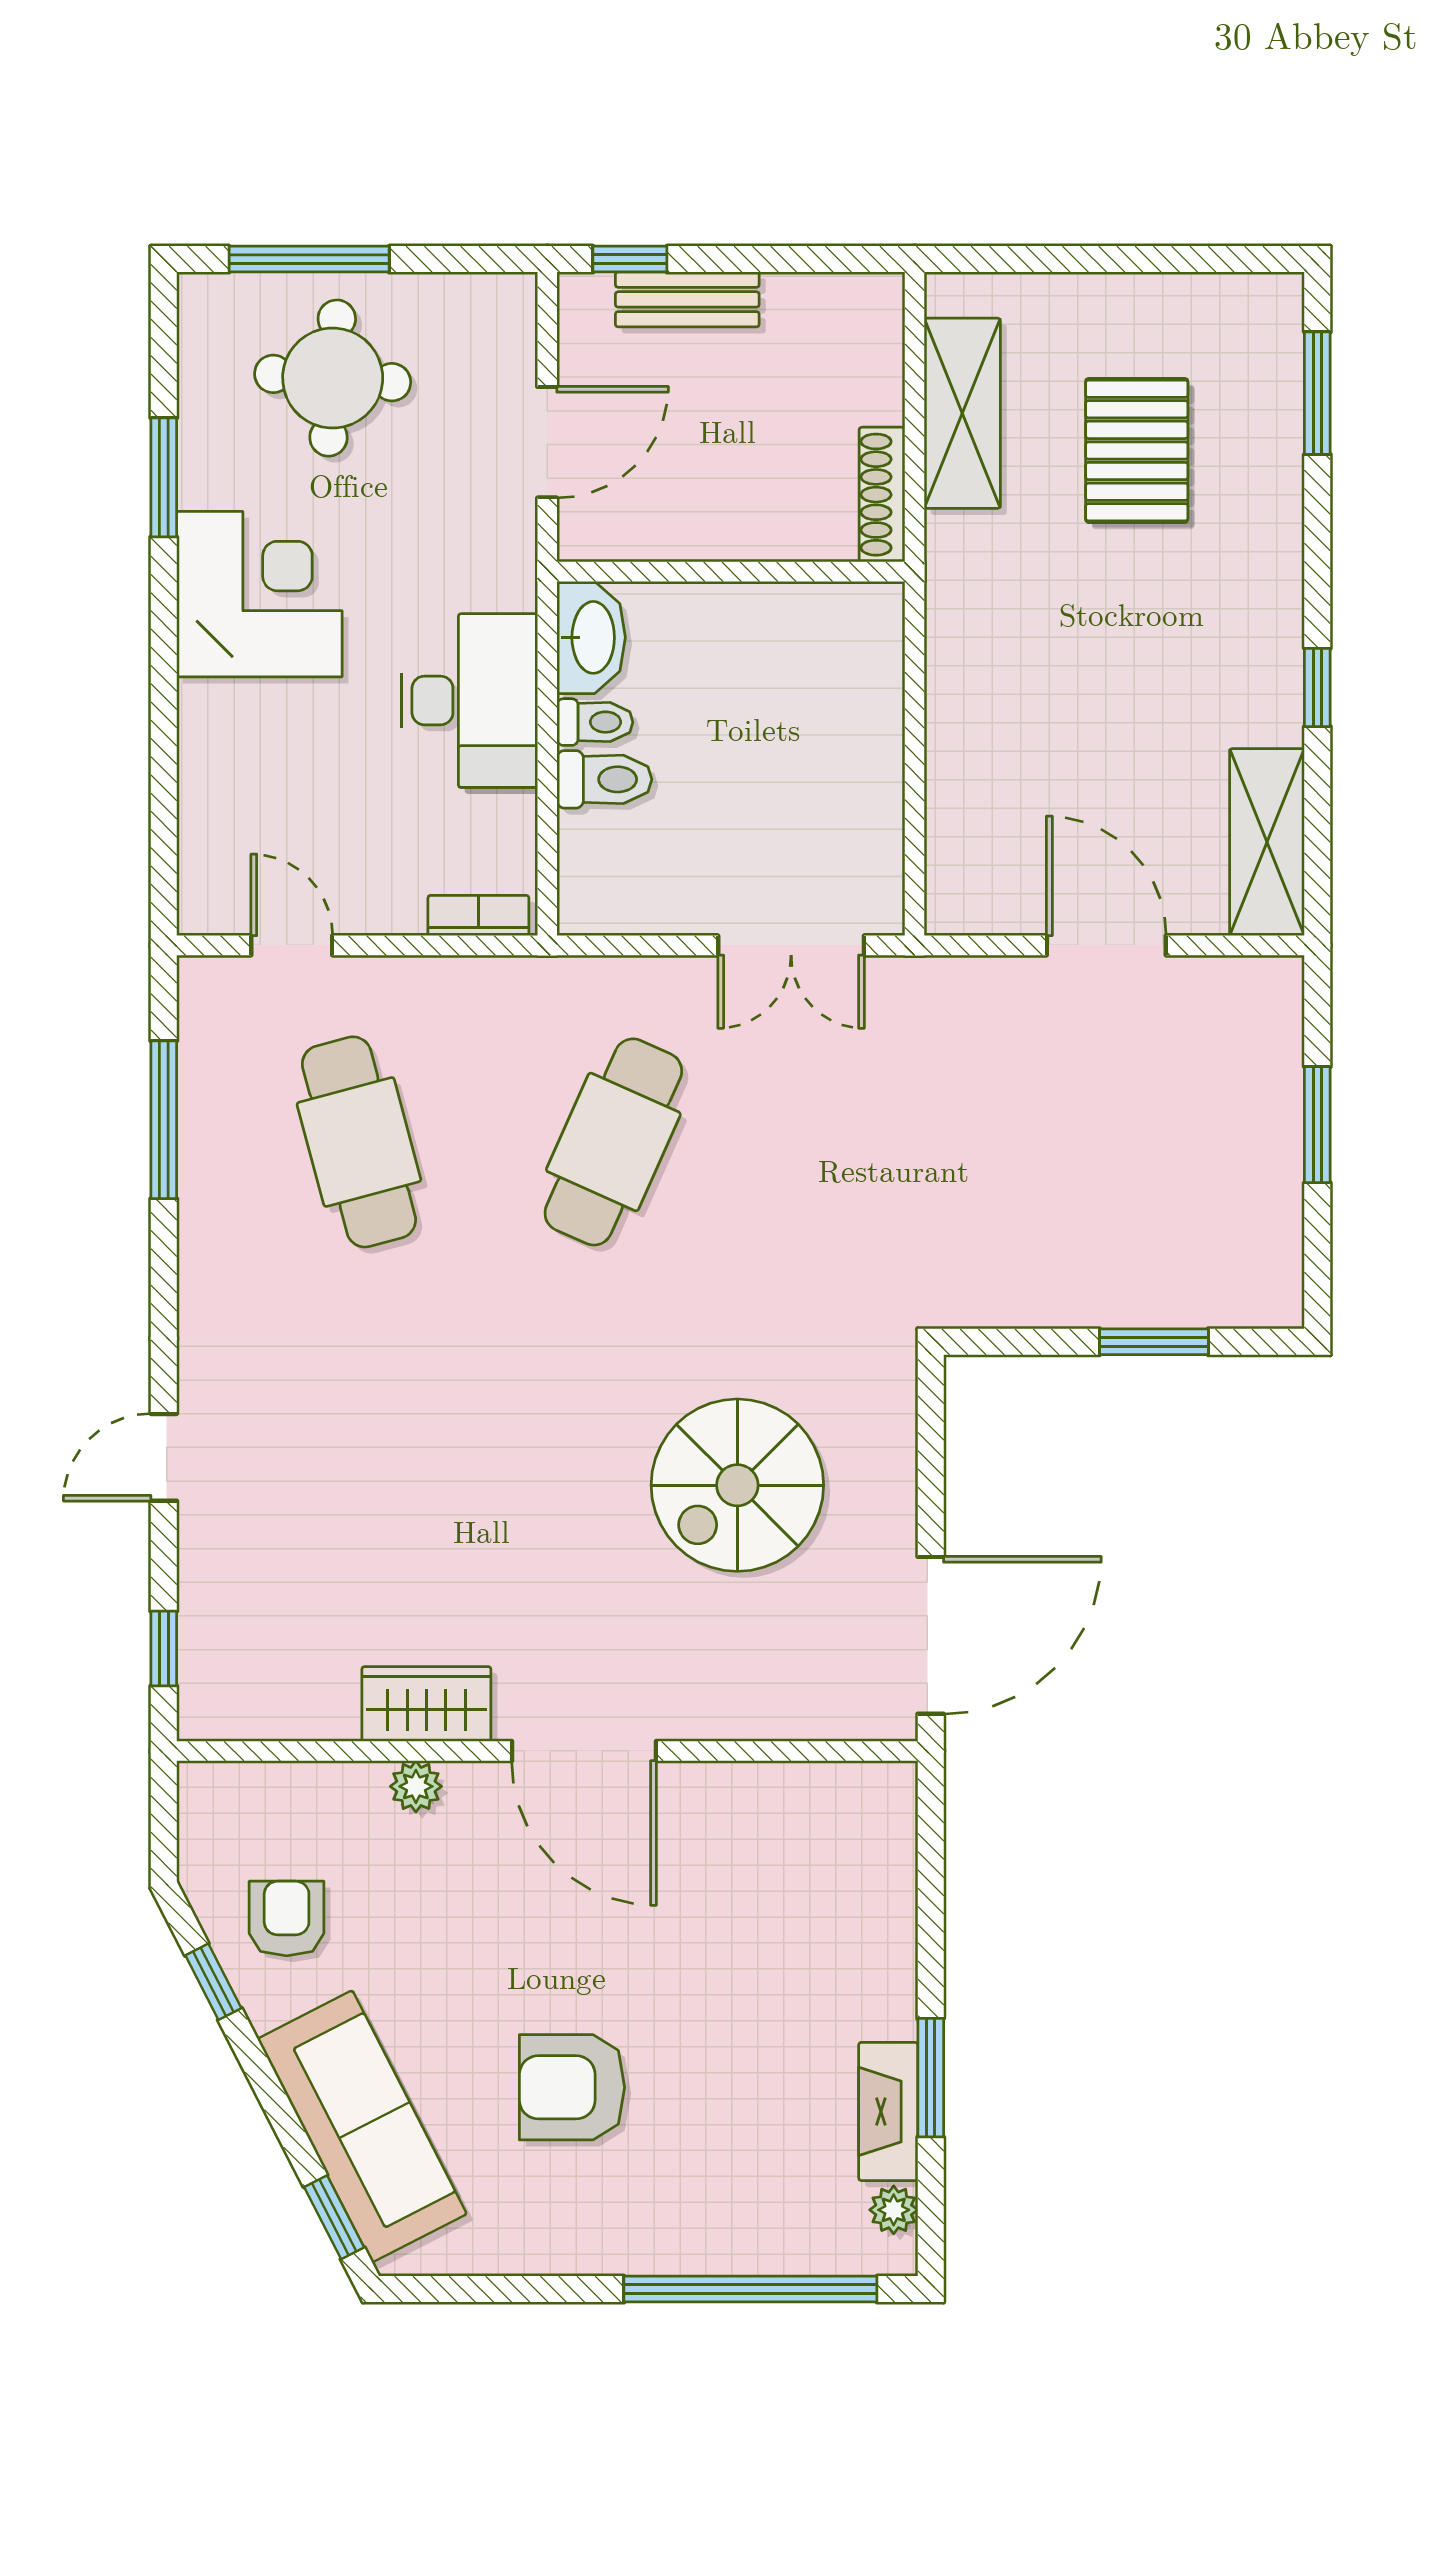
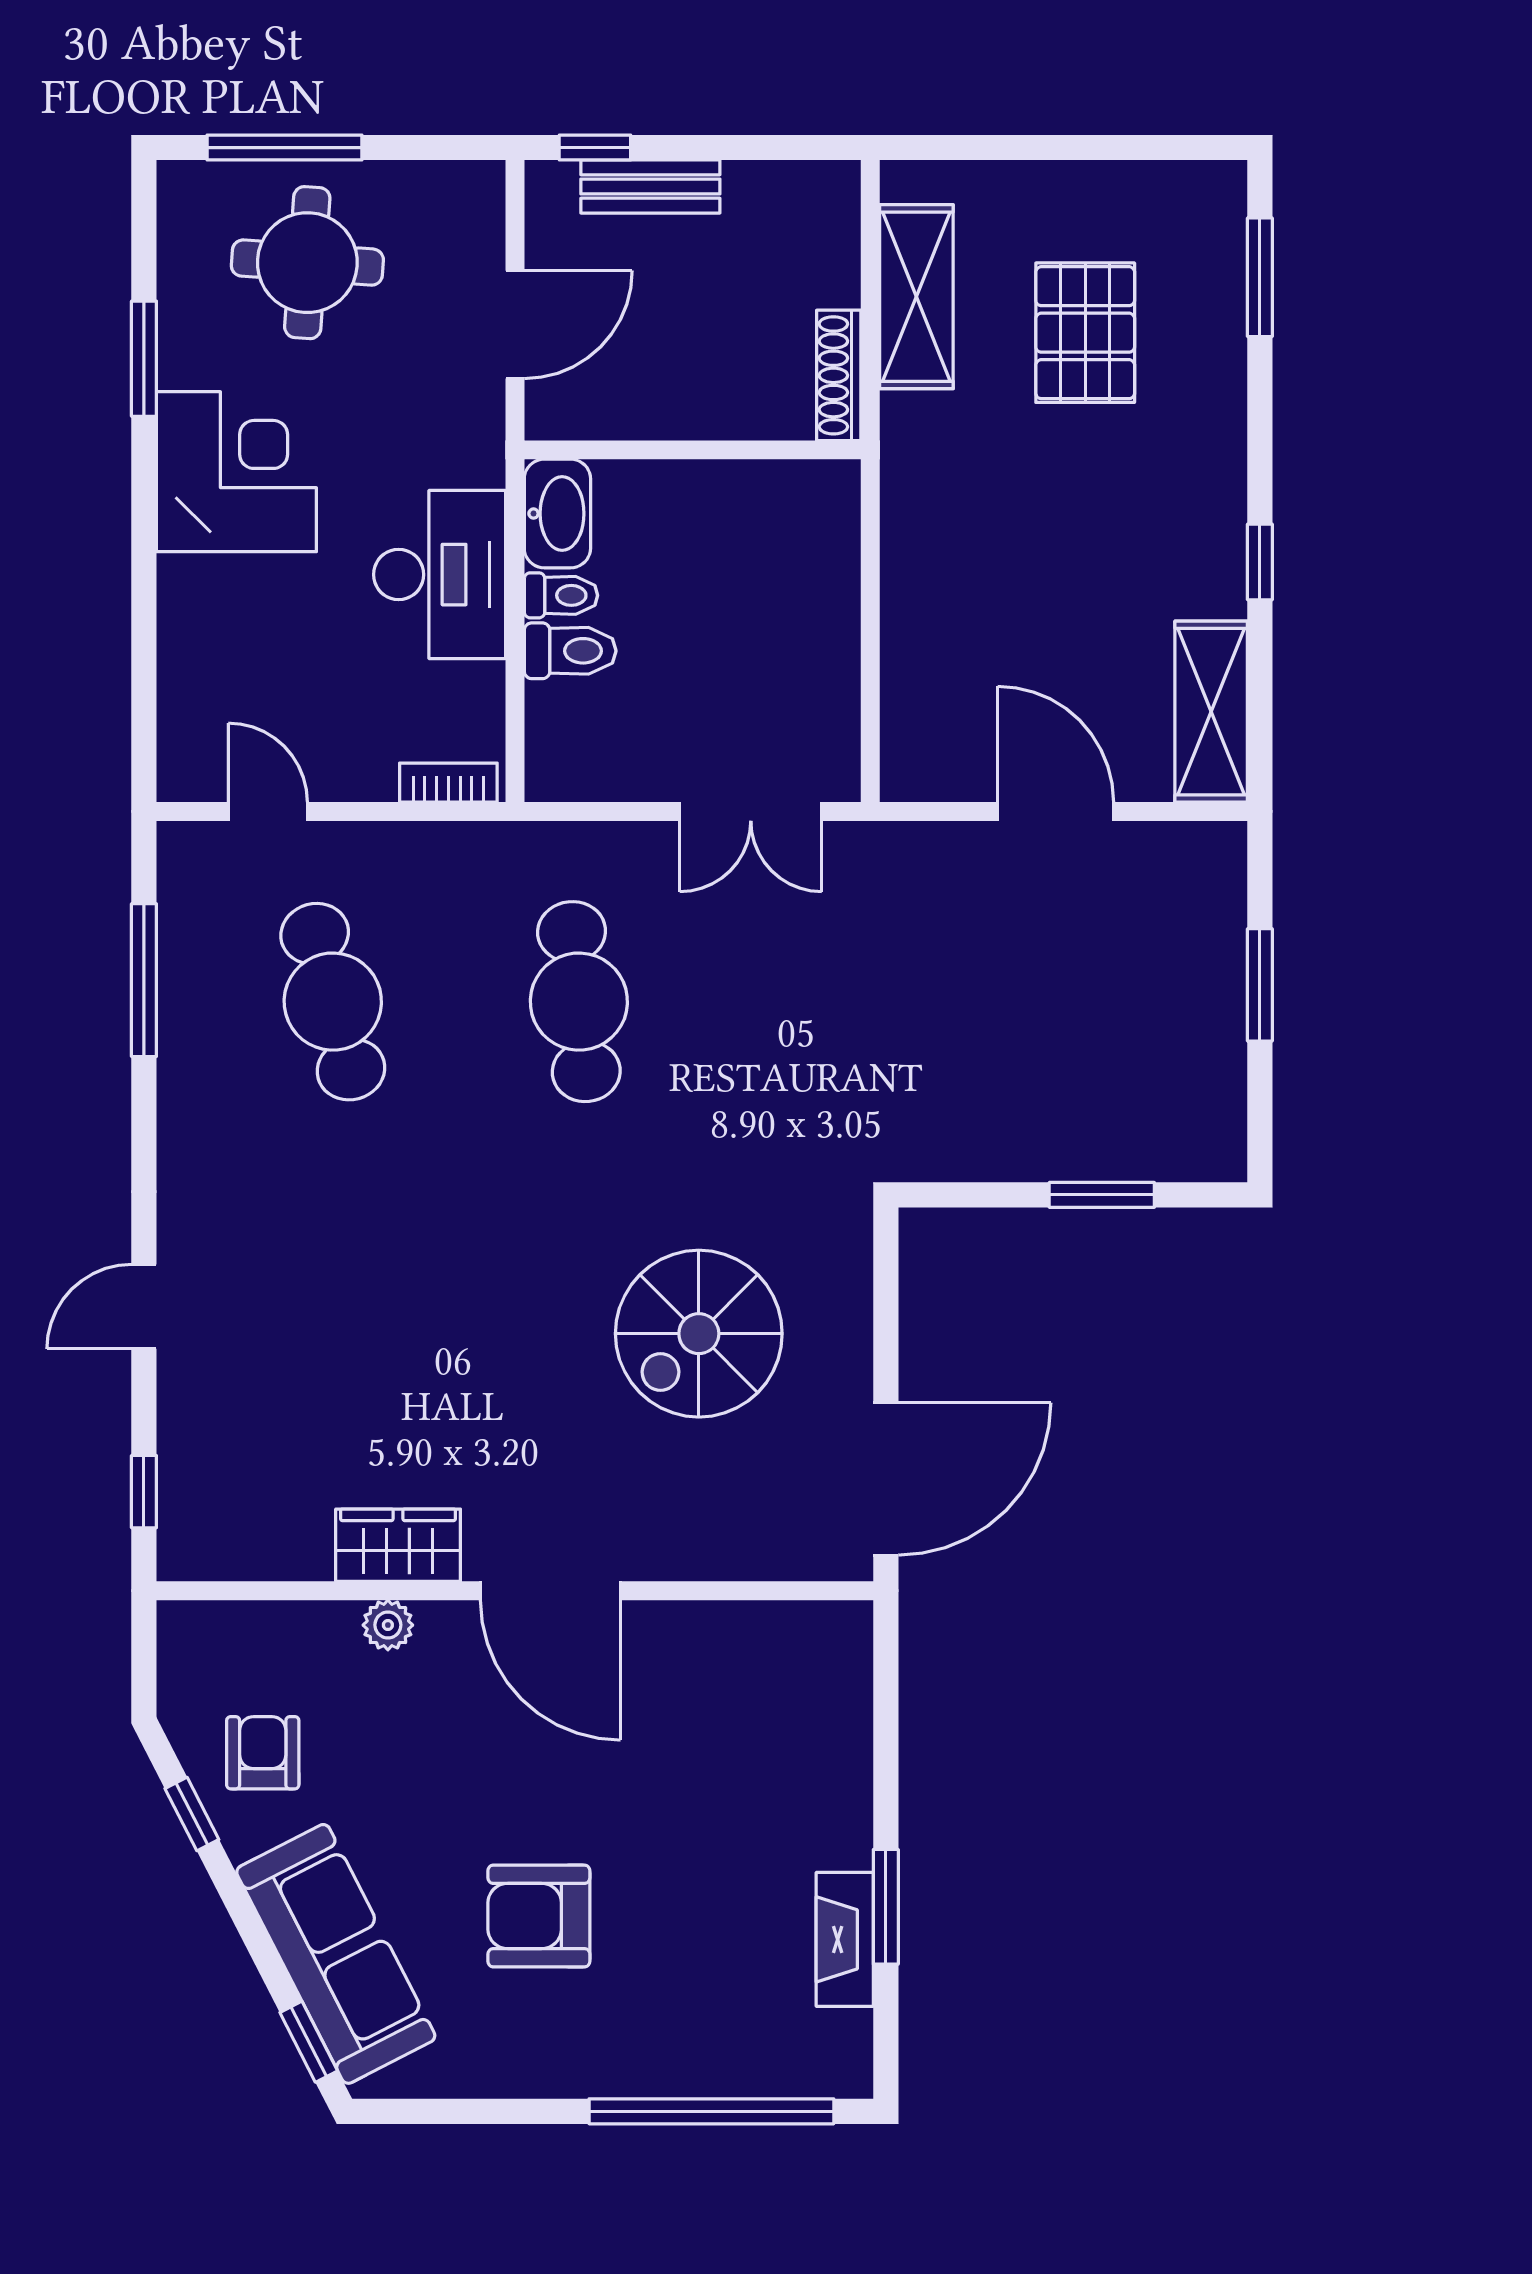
cafe table: (613, 1142) -> (579, 1002), turned -30
plant: (894, 2210) -> (850, 2035), removed

